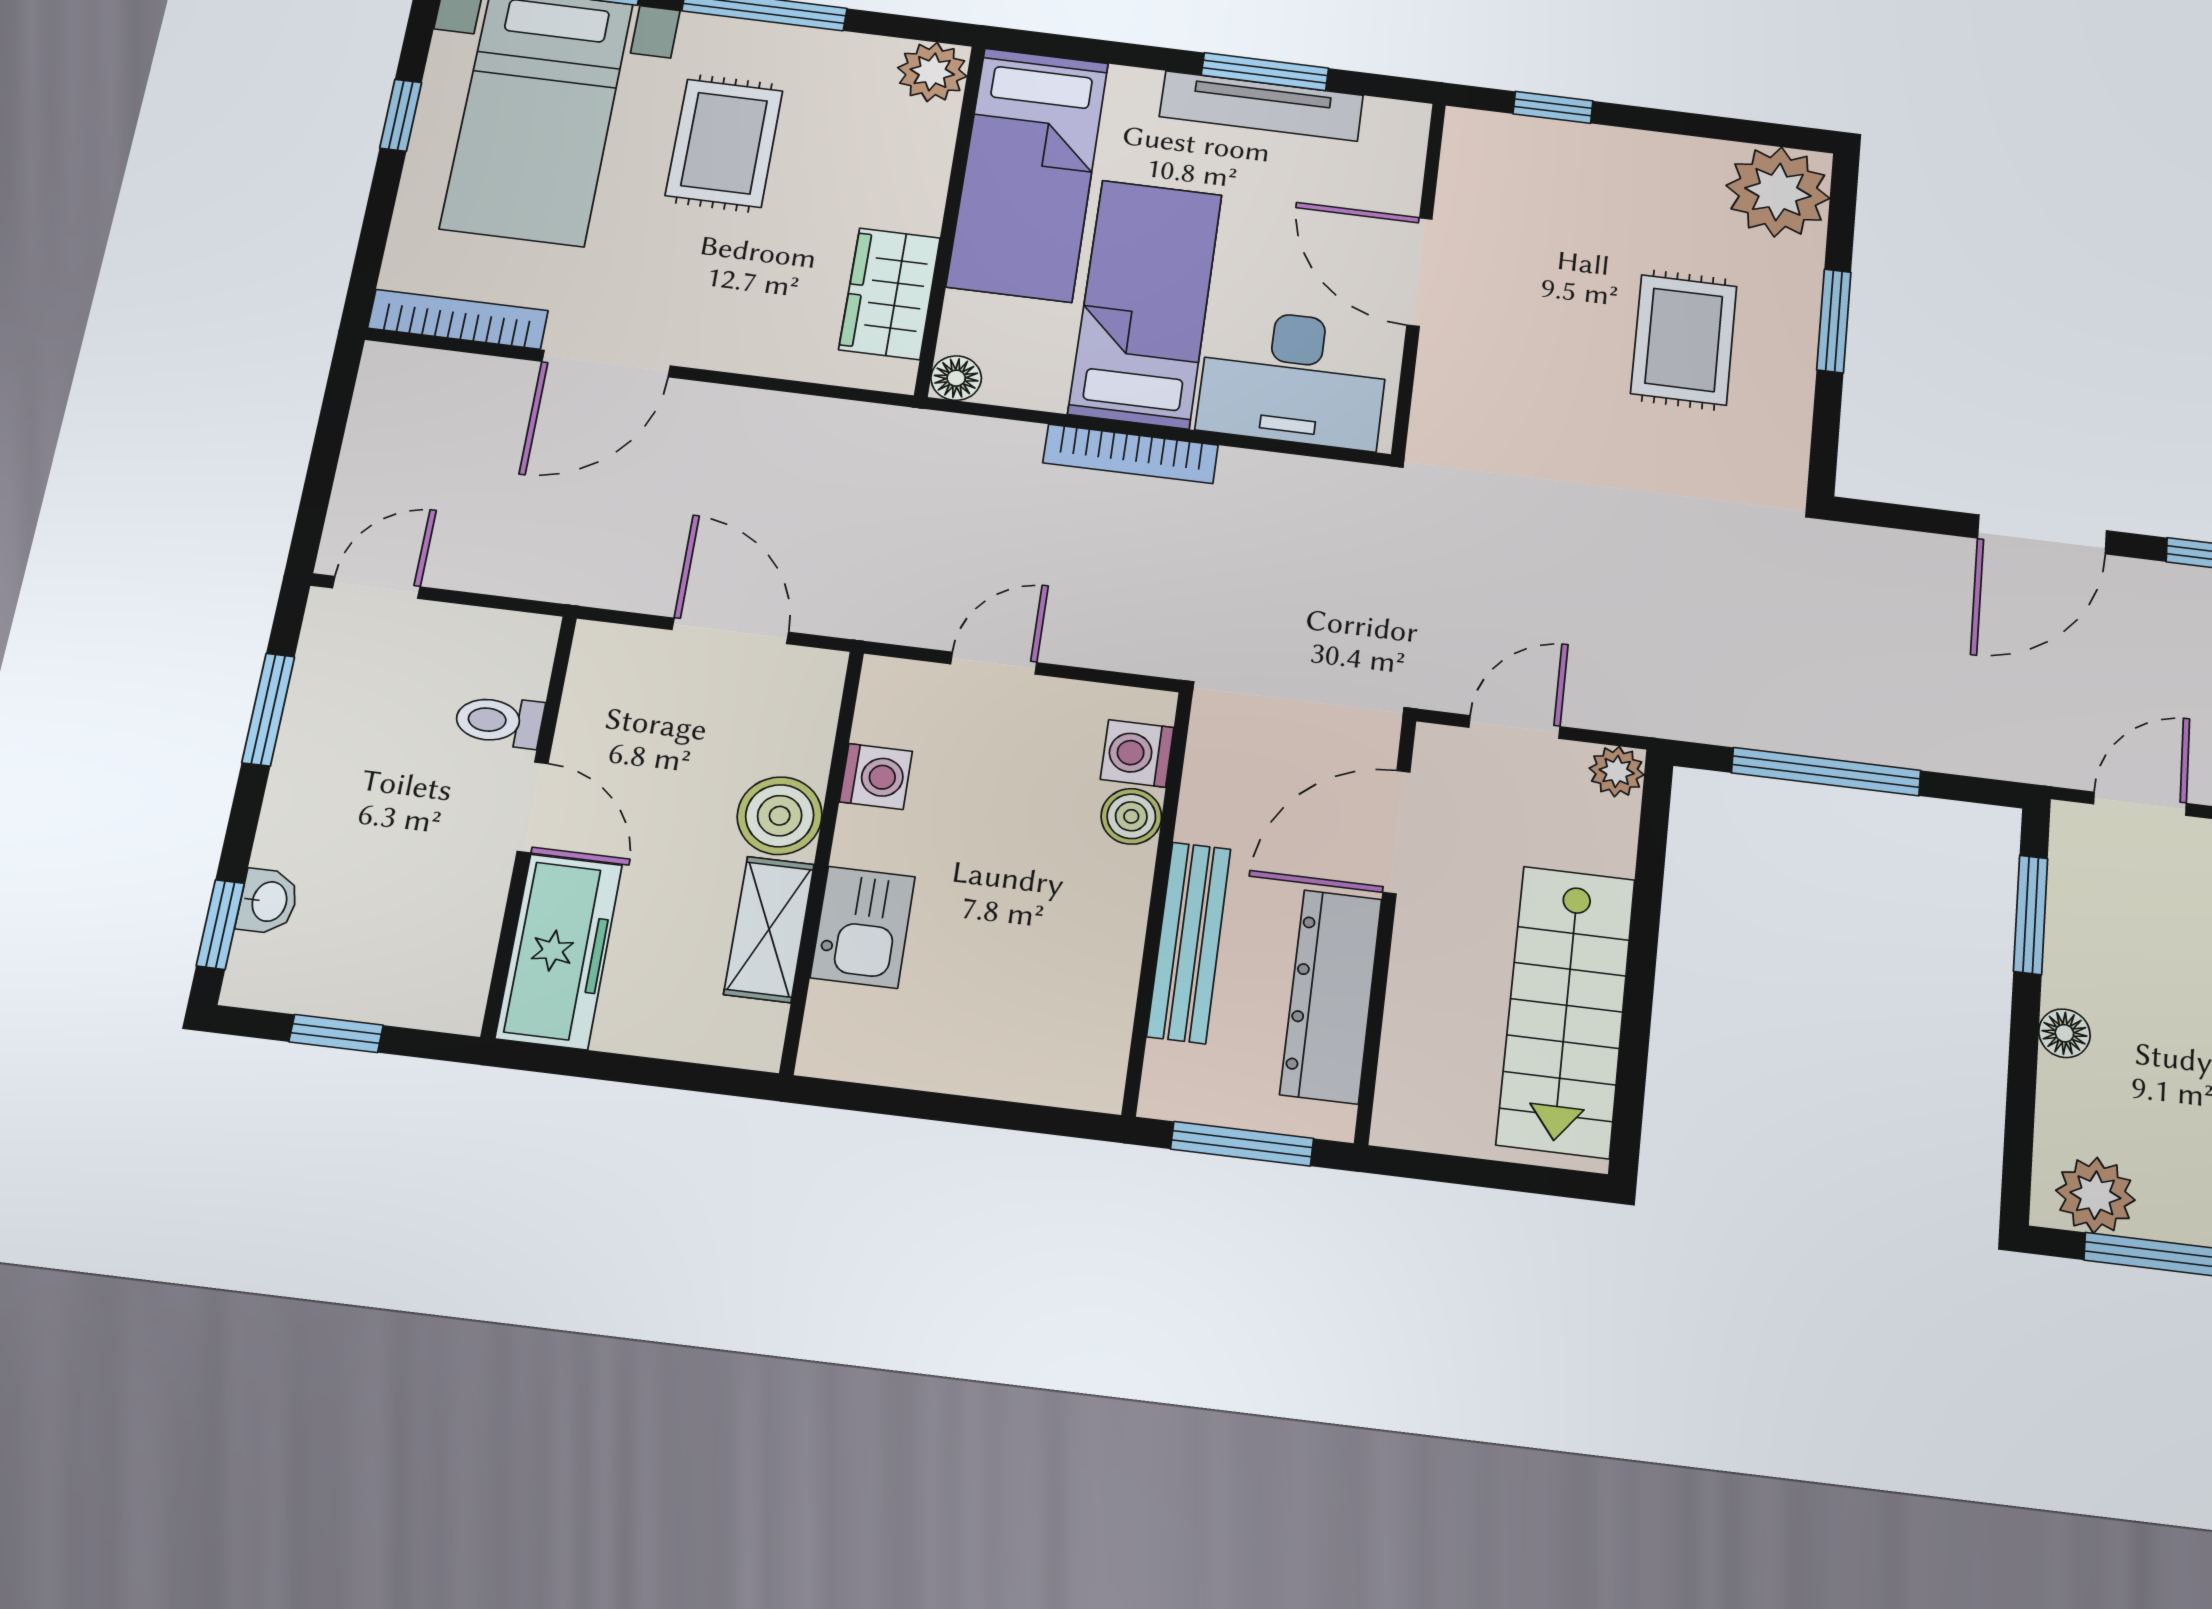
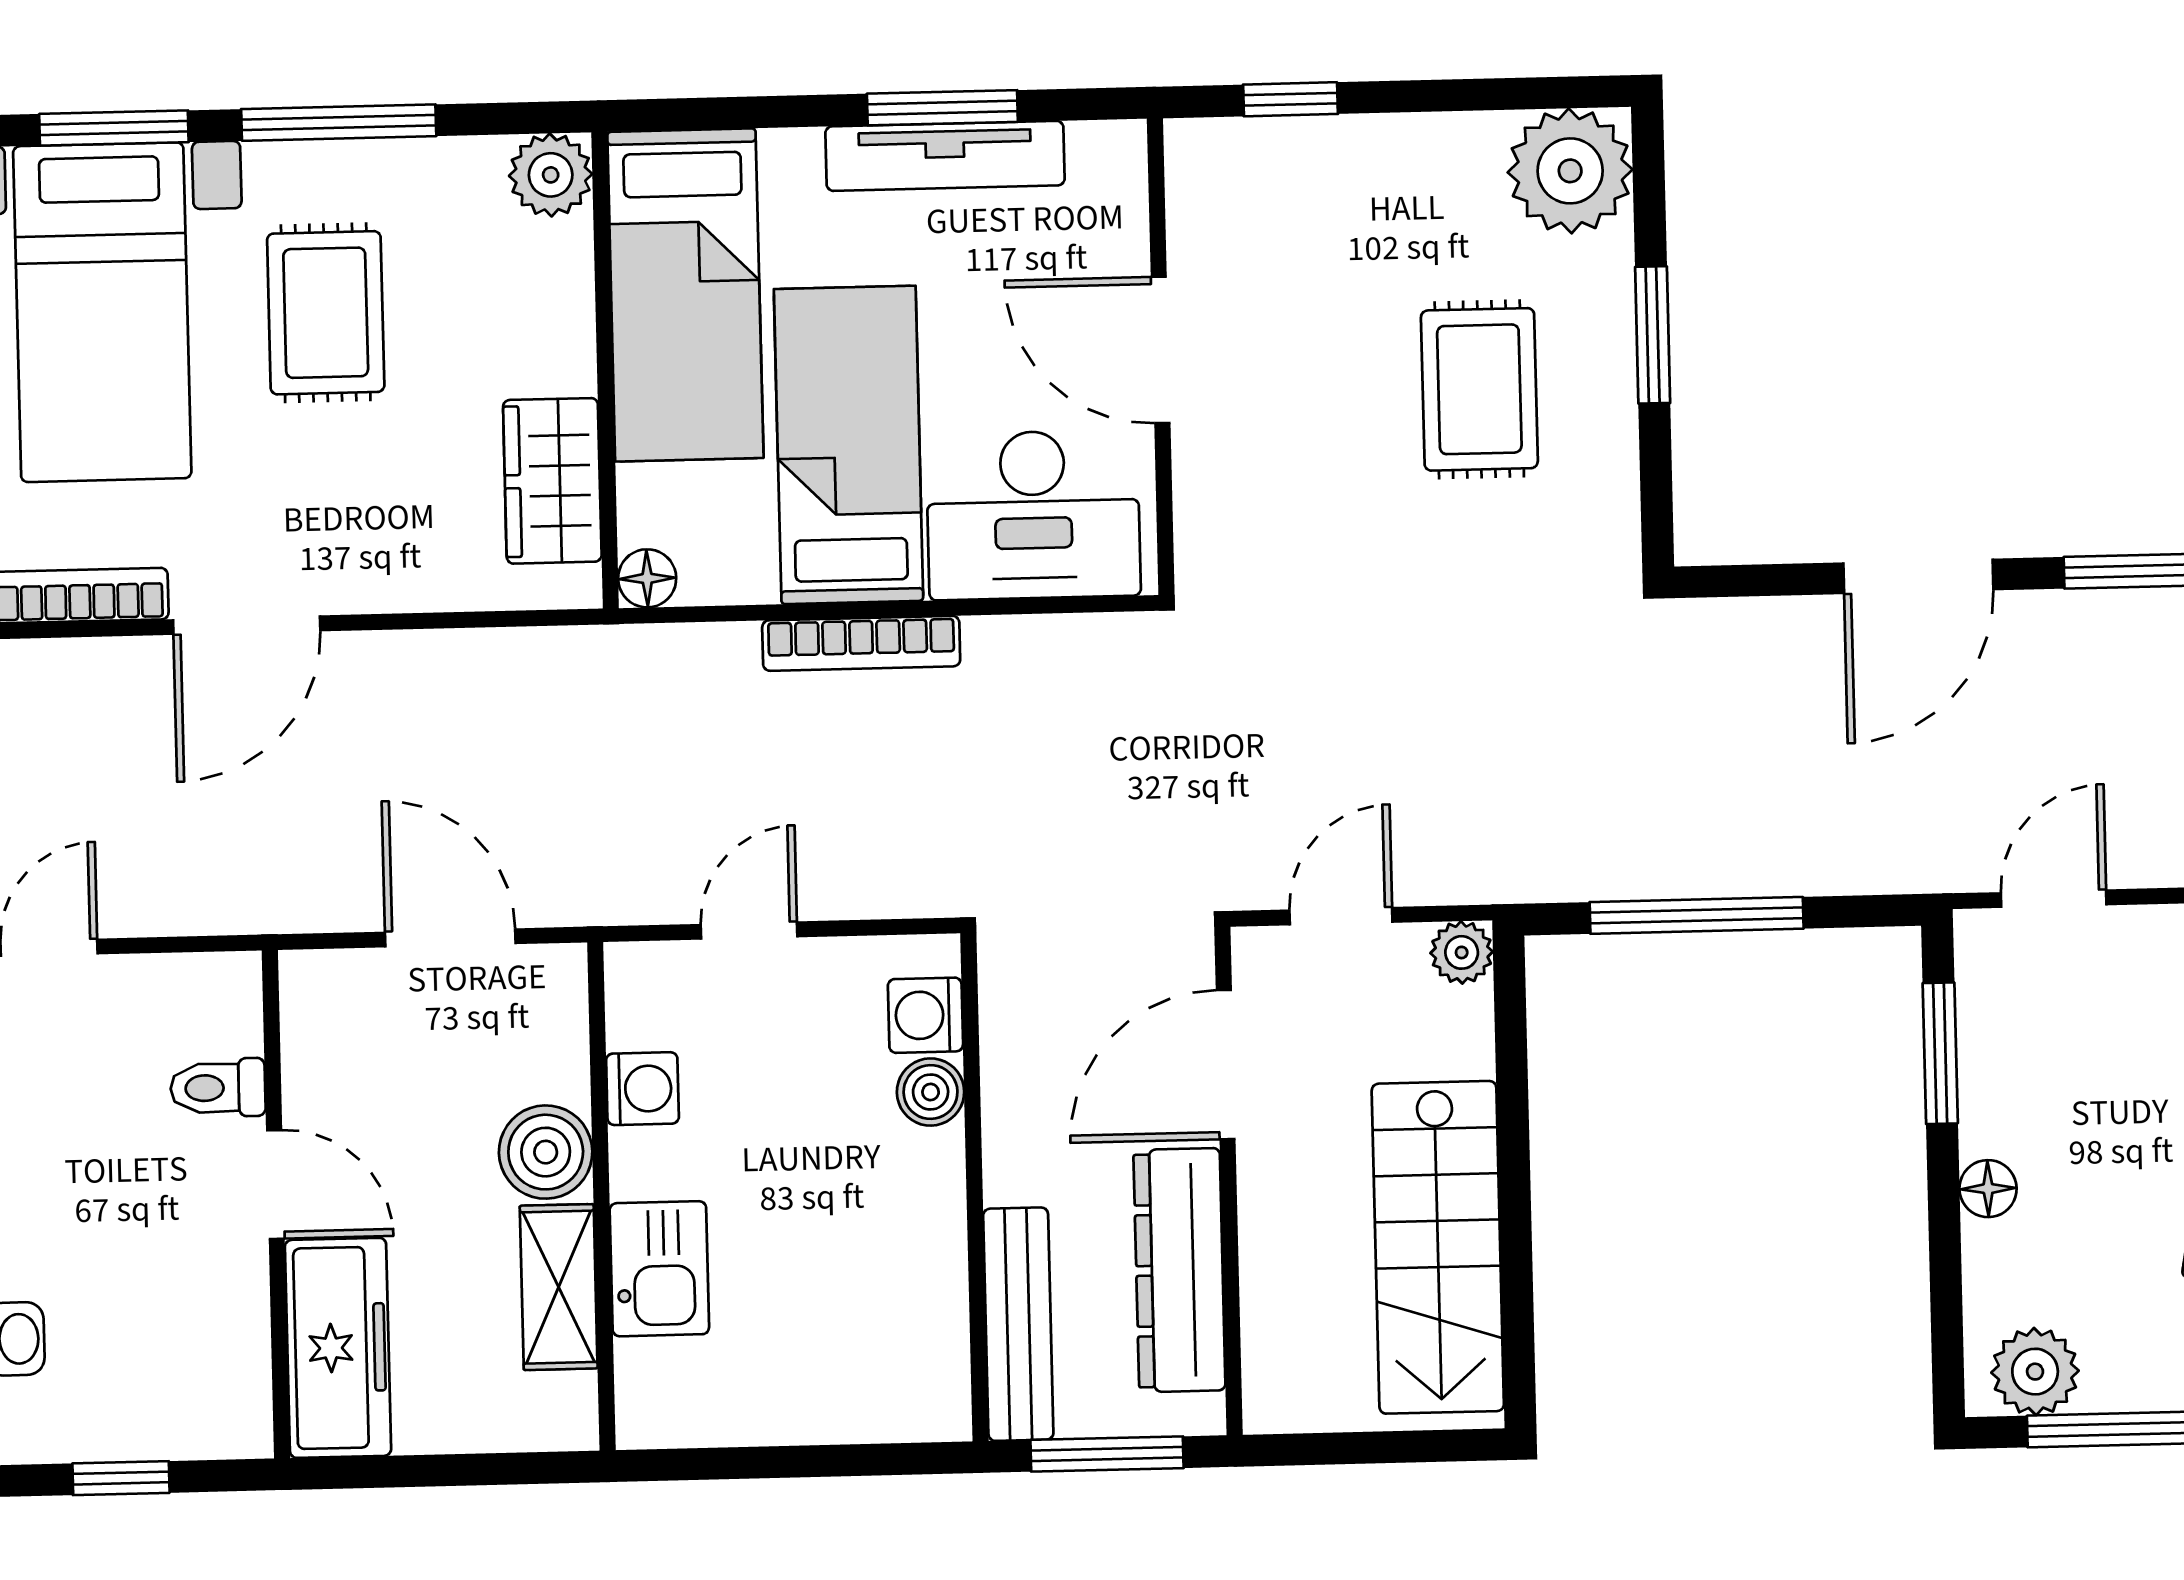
bench: (1189, 942) -> (1018, 1324), moved

